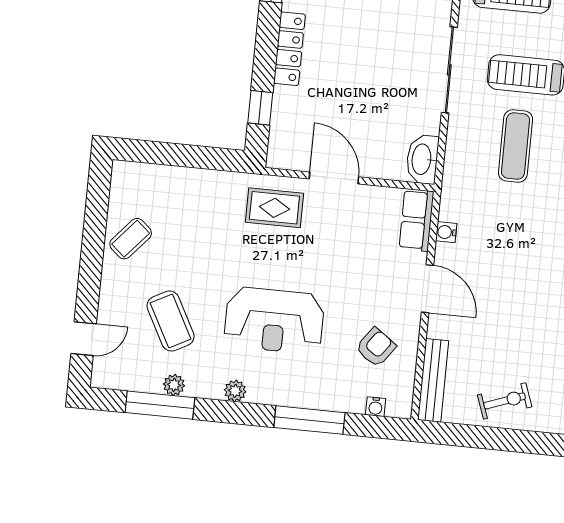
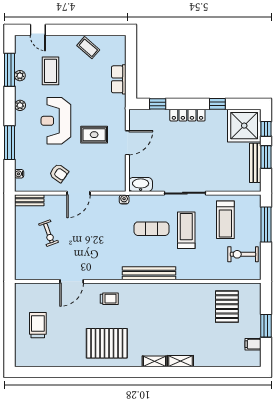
rug: (274, 208) -> (94, 135), moved, turned 90
row of seats: (416, 220) -> (119, 79), moved, turned -90
water cooler: (446, 232) -> (124, 199), moved
coffee table: (171, 321) -> (51, 71), turned -62
armchair: (376, 347) -> (59, 173), moved
bench: (433, 380) -> (29, 200), width x0.73
exercise bike: (505, 401) -> (49, 233), moved

